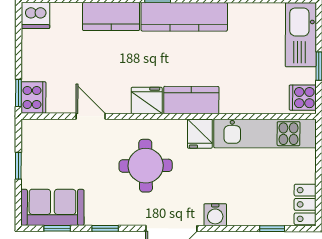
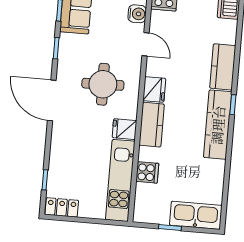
cooker: (303, 98) -> (147, 172), moved, turned 90
door: (91, 116) -> (146, 44), hinge flipped
water cooler: (215, 215) -> (137, 14), moved, turned 180

